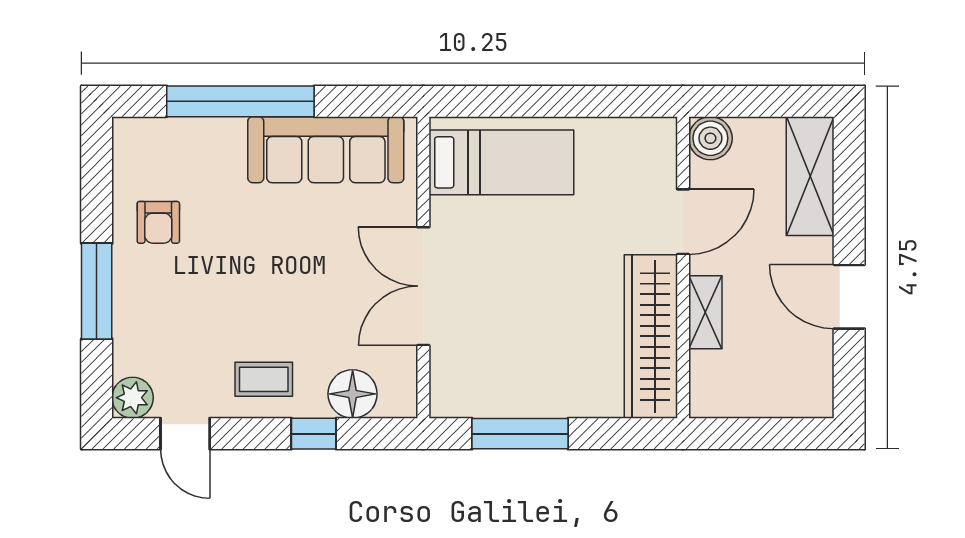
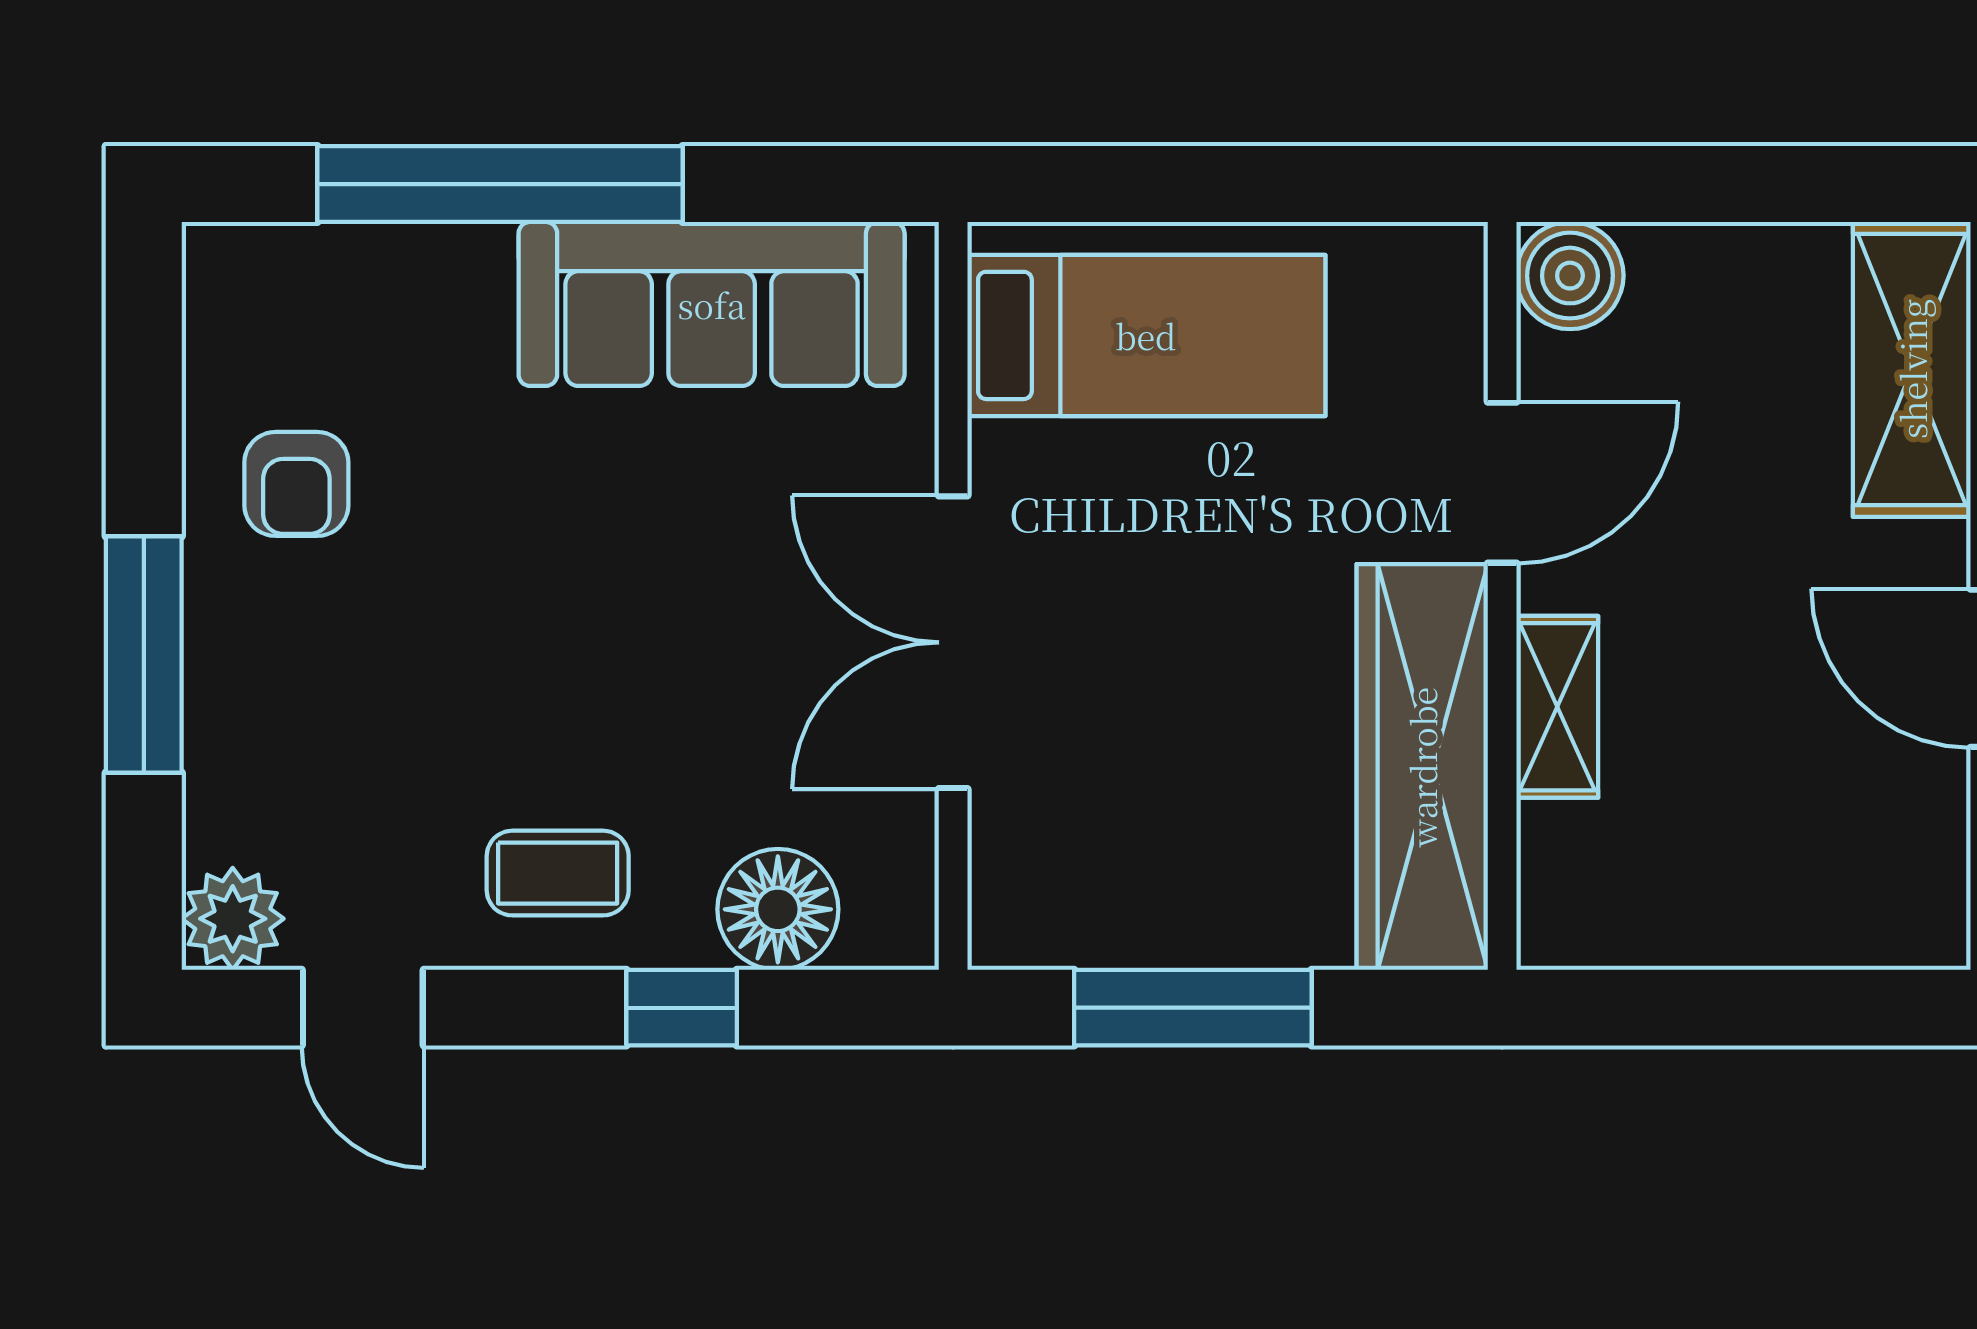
boiler: (710, 138) -> (1570, 276), moved
door: (683, 222) -> (1502, 483), moved
wall: (683, 267) -> (1502, 596), moved
shelving: (705, 312) -> (1557, 707), moved
wardrobe: (651, 336) -> (1422, 767), moved

